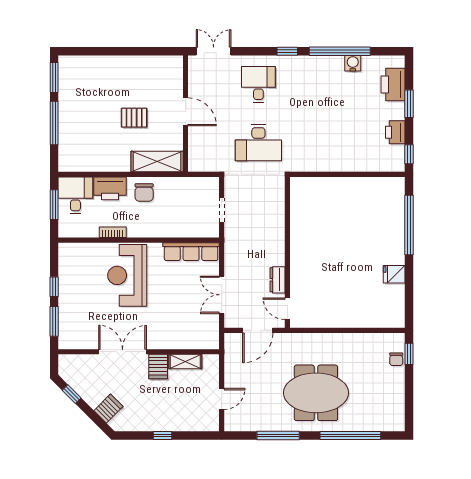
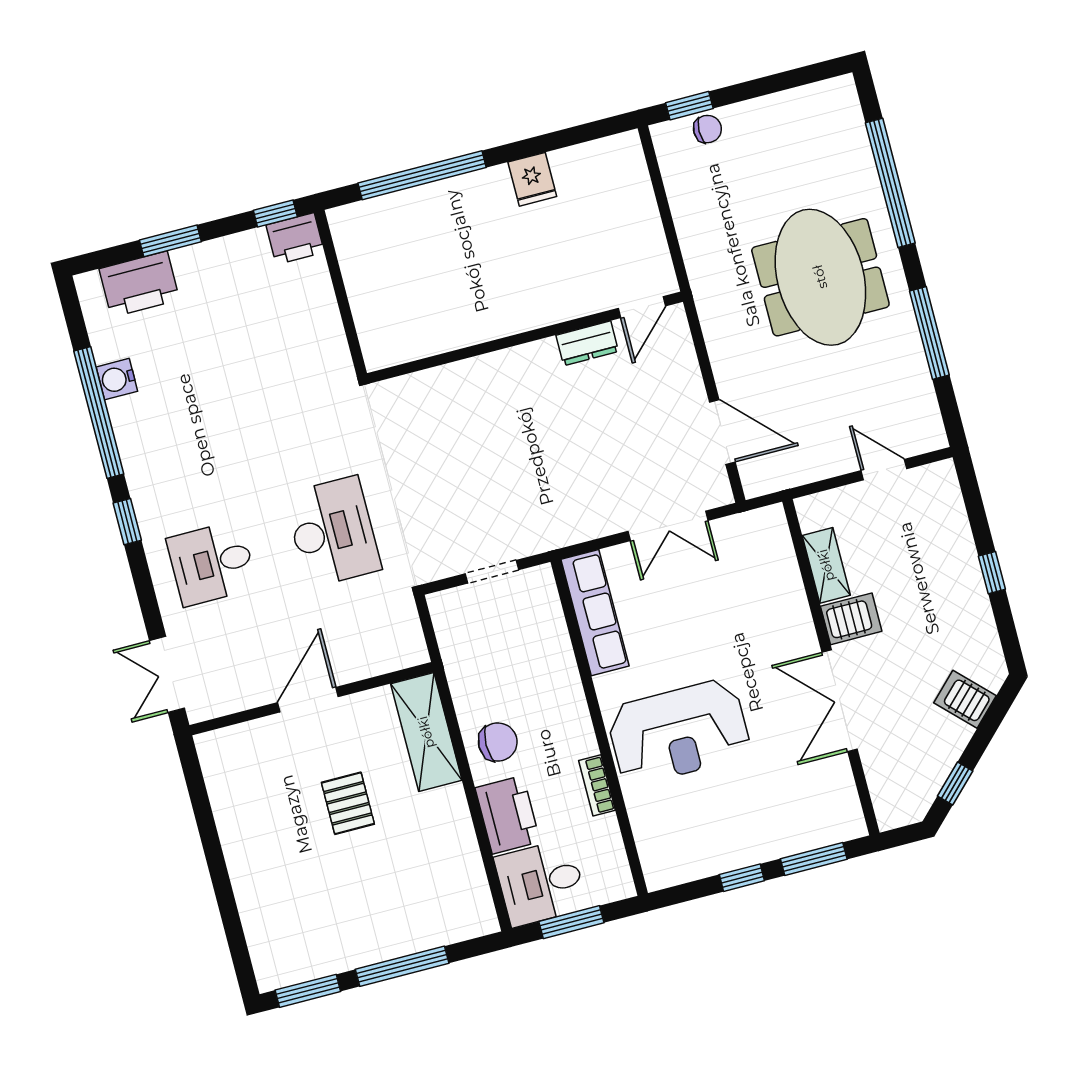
printer: (395, 132) -> (295, 239), moved
wall: (287, 252) -> (525, 338), moved
dresser: (277, 280) -> (587, 343), moved
door: (287, 309) -> (642, 307), moved

